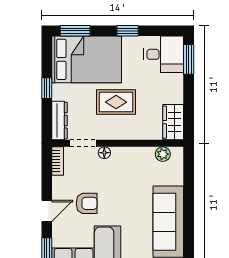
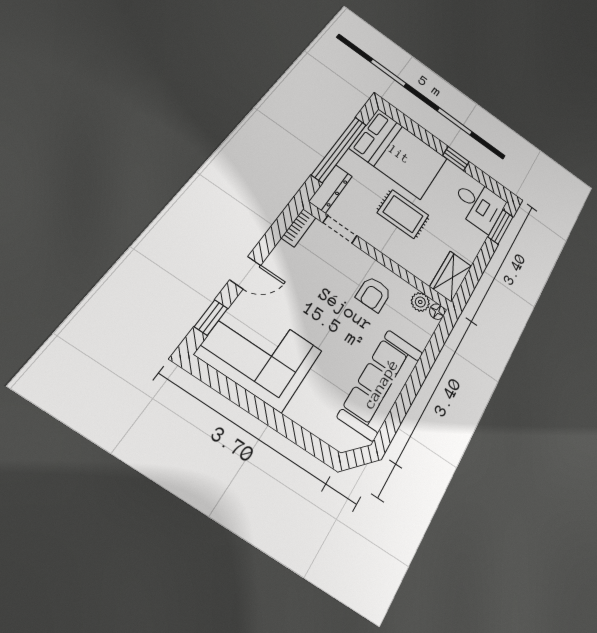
window: (75, 31) -> (404, 121), removed
window: (47, 88) -> (339, 149), width x3.17
floor lamp: (104, 153) -> (437, 312), moved
armchair: (87, 203) -> (374, 294), moved, turned 90

